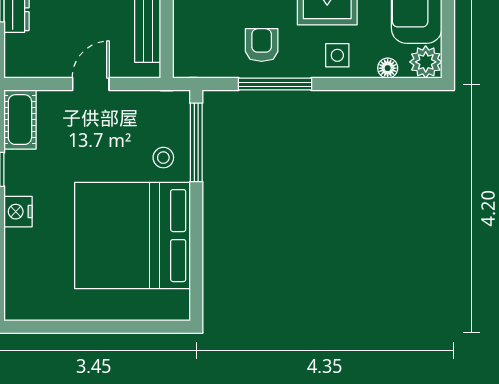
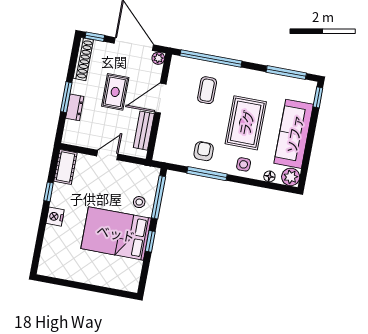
window: (196, 224) -> (150, 241), added
bed: (133, 236) -> (116, 233), width x0.73

